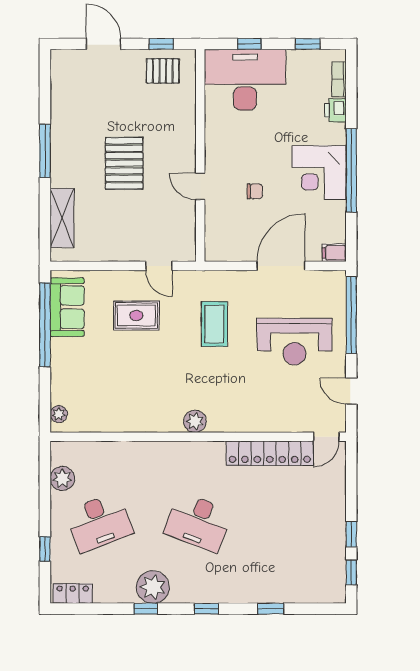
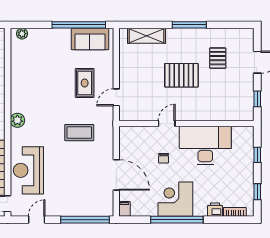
pallet: (163, 71) -> (218, 58), moved
desk: (245, 80) -> (205, 146), moved, turned -90
reception desk: (294, 342) -> (28, 170), moved

